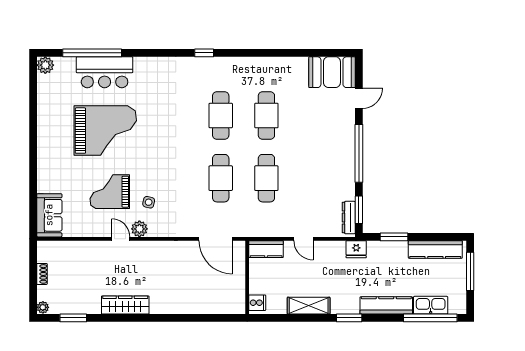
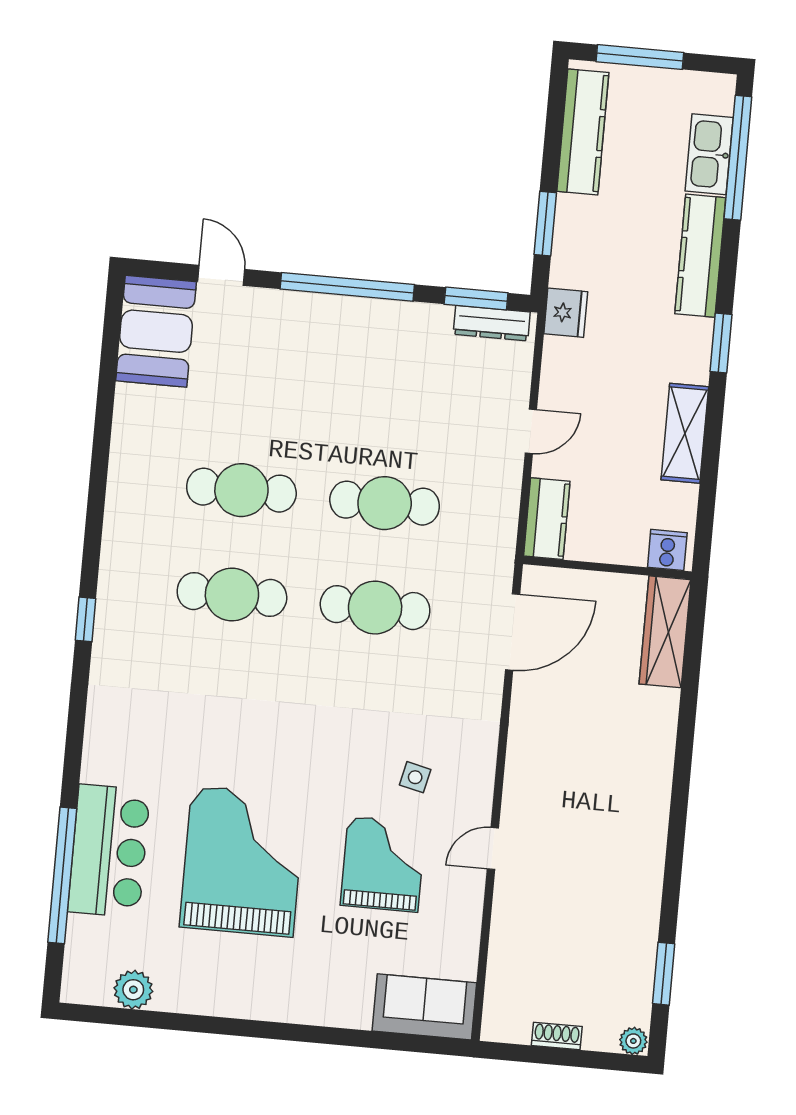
plant: (45, 65) -> (133, 990), moved
grand piano: (110, 192) -> (383, 864), turned 180
plant: (139, 229) -> (474, 804), removed
wardrobe: (125, 305) -> (665, 632), moved

